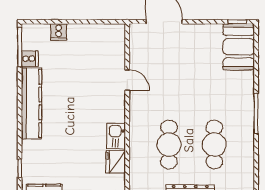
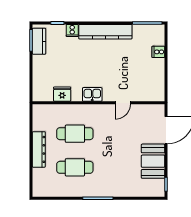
booth: (239, 47) -> (153, 161), moved, turned 90
cooker: (30, 59) -> (72, 30), moved
kitchen sink: (116, 136) -> (92, 94), moved

